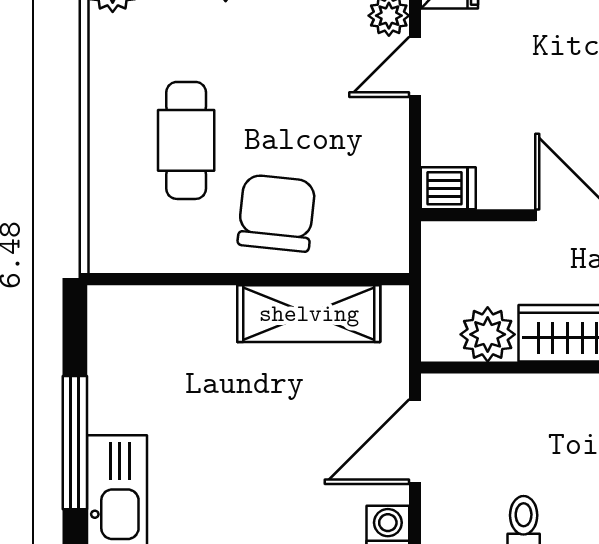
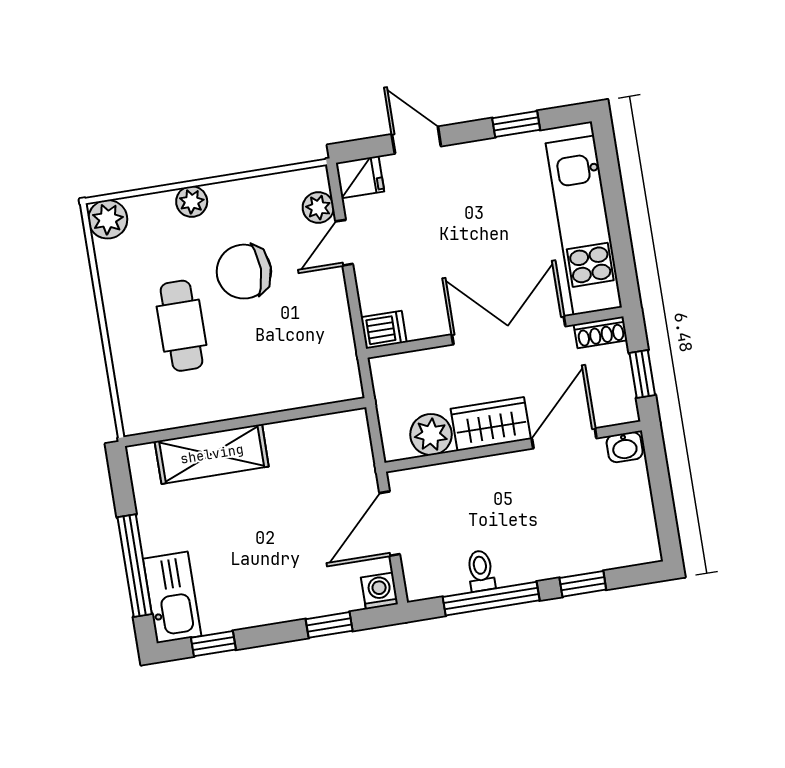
chair: (277, 213) -> (244, 272), moved, turned -96
shelving: (309, 314) -> (212, 454), moved

